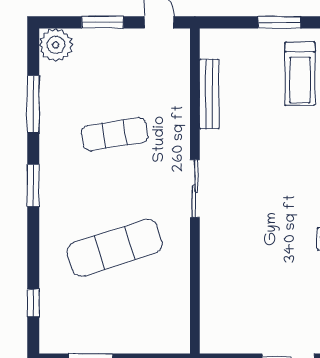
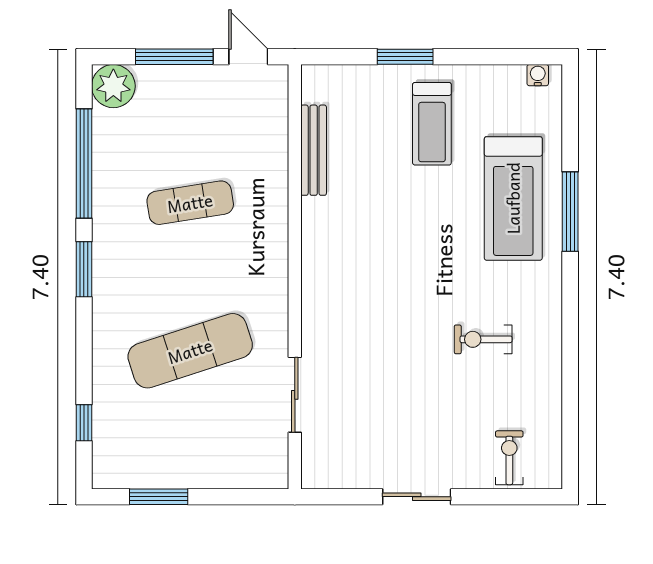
window: (102, 22) -> (174, 57), width x1.44
window: (33, 104) -> (84, 164), width x1.46
sliding door: (195, 188) -> (295, 395), moved

